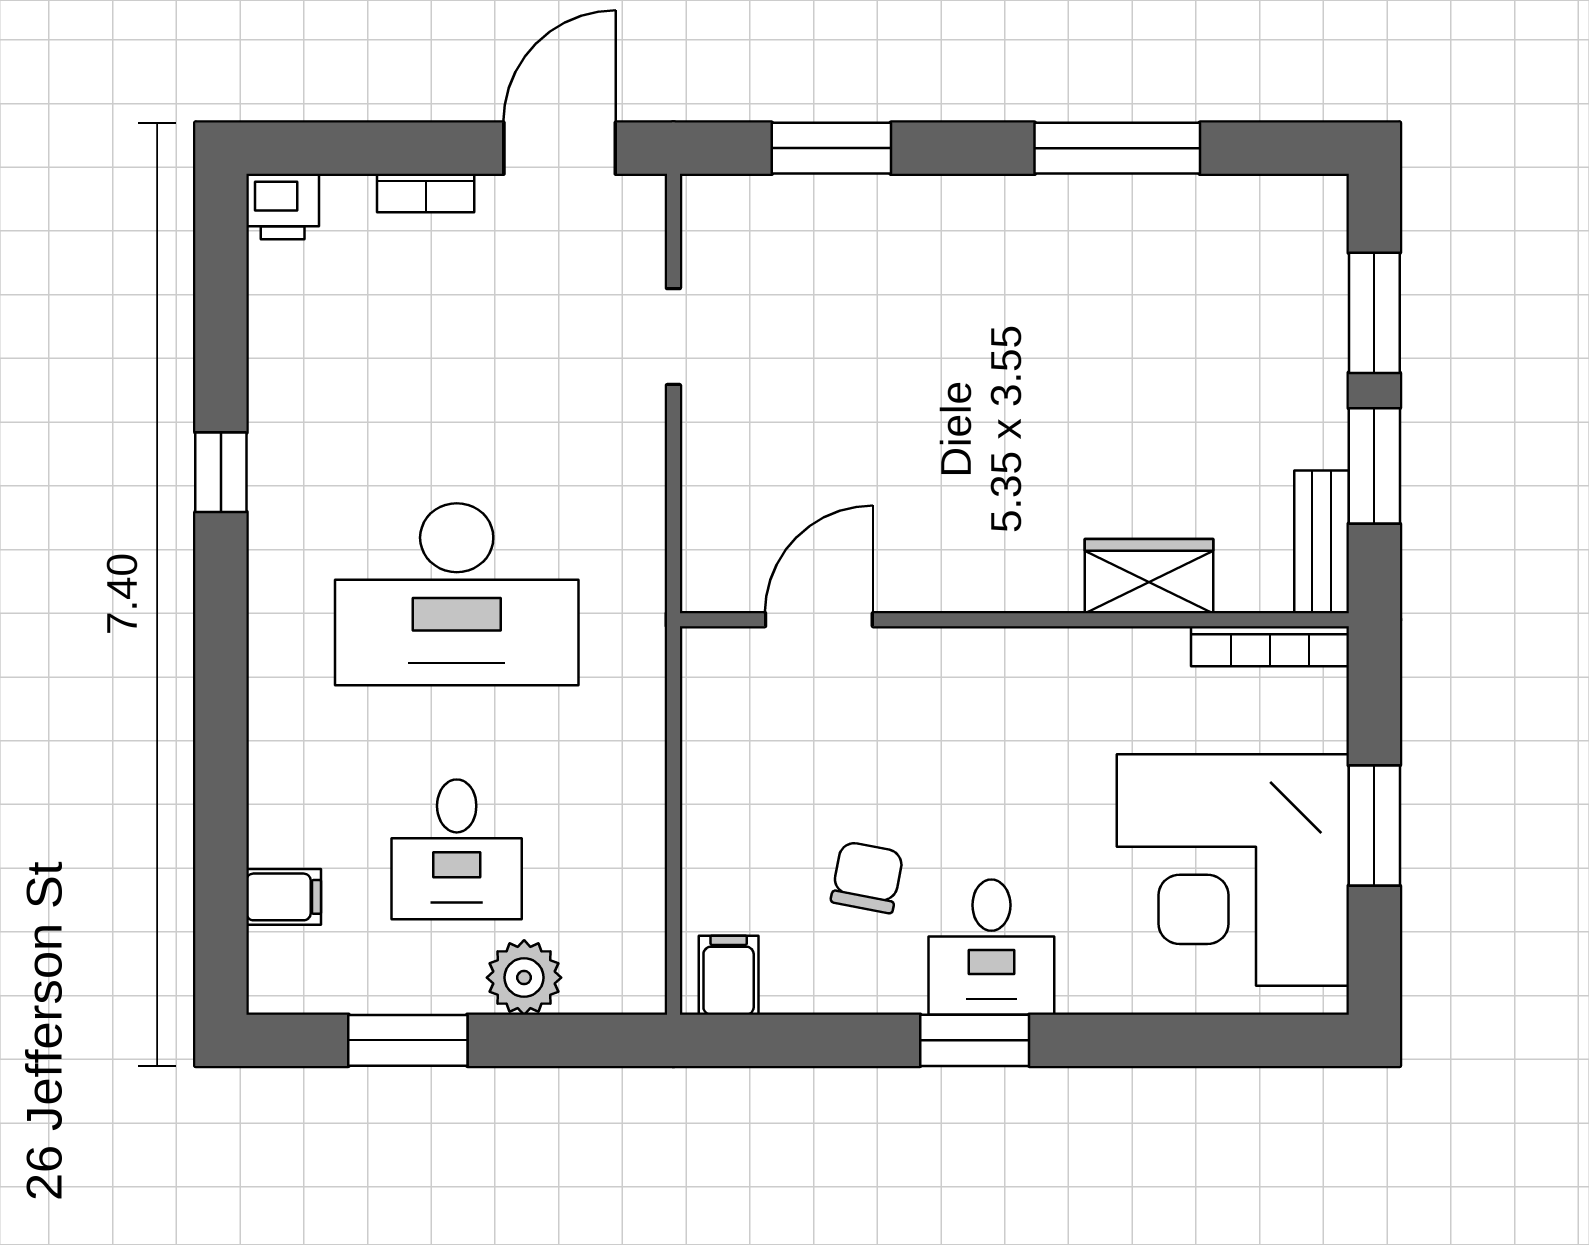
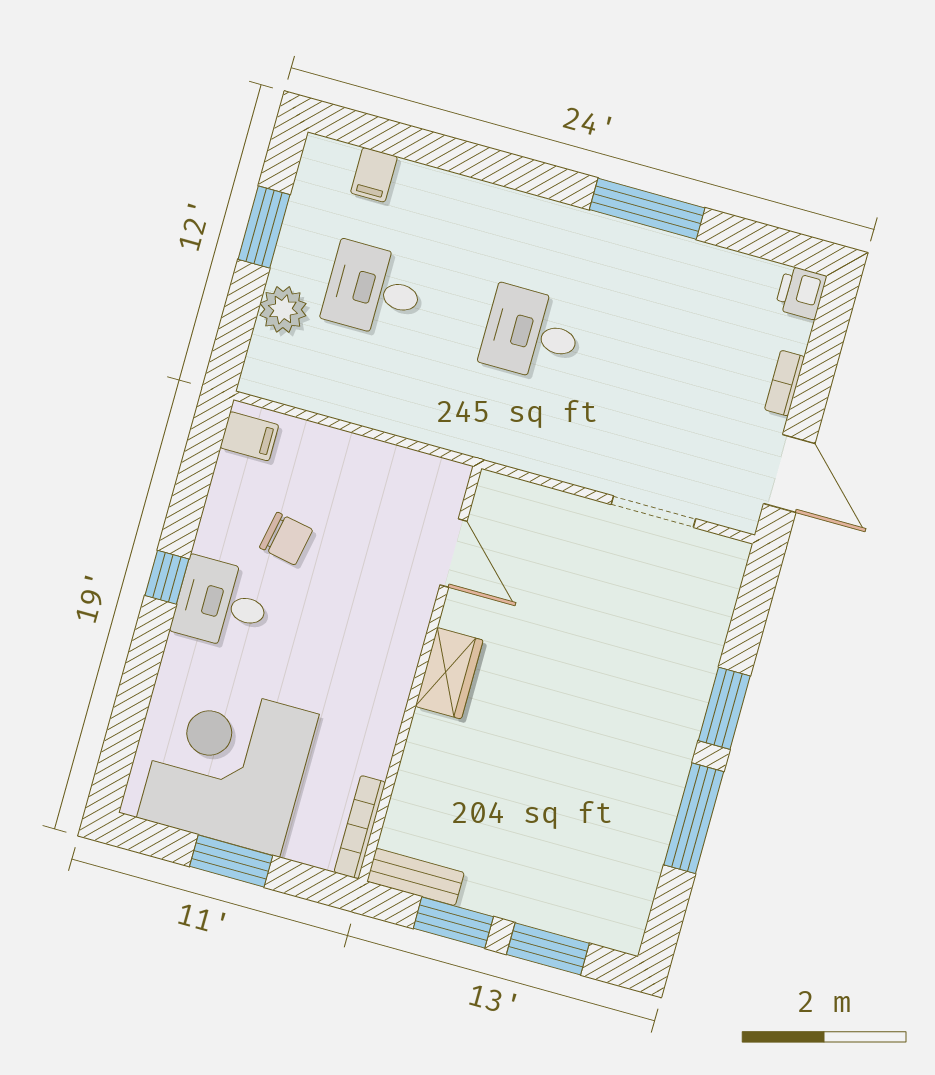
window: (831, 148) -> (724, 708), moved
doorway: (673, 337) -> (653, 512), width x1.38
window: (221, 472) -> (647, 209), width x2.17
wardrobe: (1149, 576) -> (449, 673), moved
desk: (457, 594) -> (531, 334), width x0.53, depth x0.77
window: (975, 1040) -> (167, 577), width x0.67

